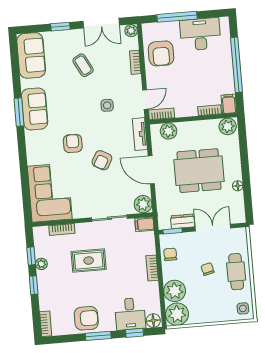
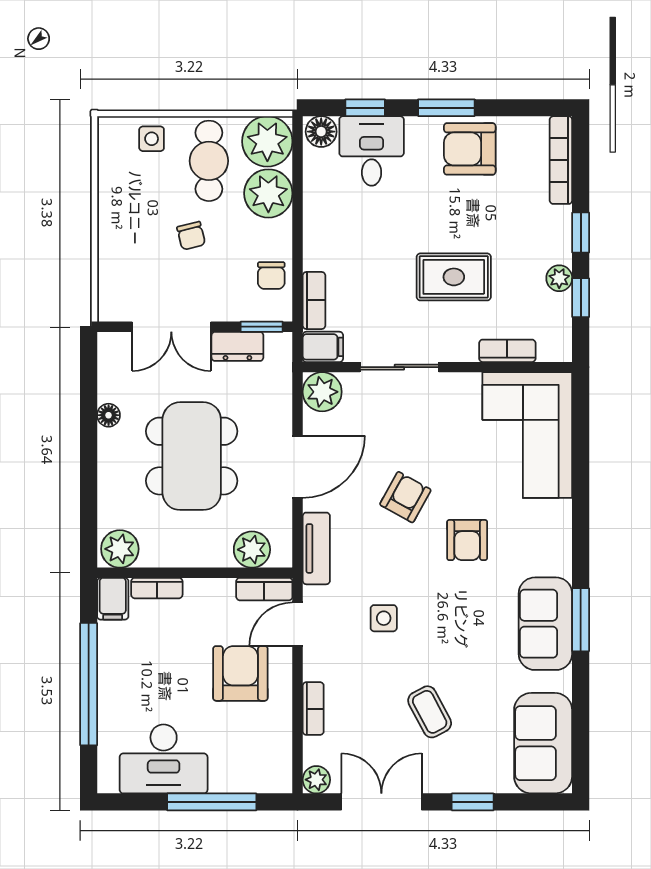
armchair: (161, 53) -> (240, 673), moved
door: (151, 170) -> (298, 467), hinge flipped
dining table: (199, 171) -> (192, 456), turned 90
bookcase: (152, 268) -> (314, 300), moved
cafe table: (236, 272) -> (209, 161), moved
side table: (243, 308) -> (152, 139), moved
bookcase: (46, 324) -> (561, 160), width x1.56

